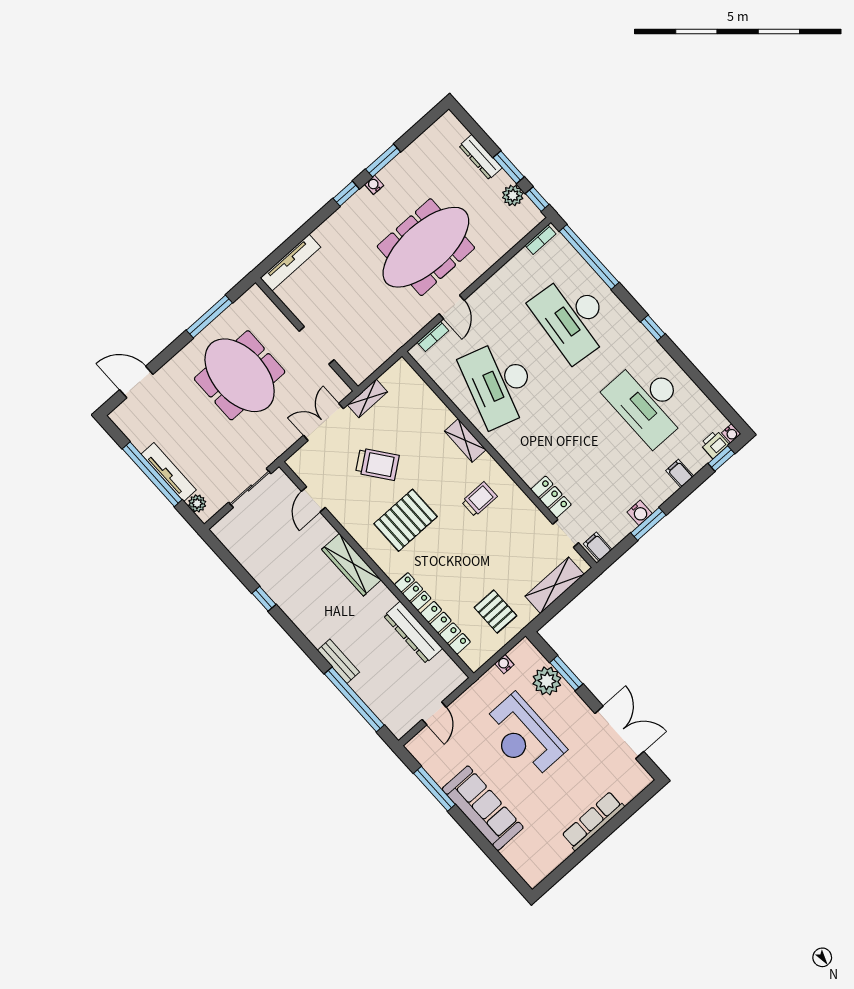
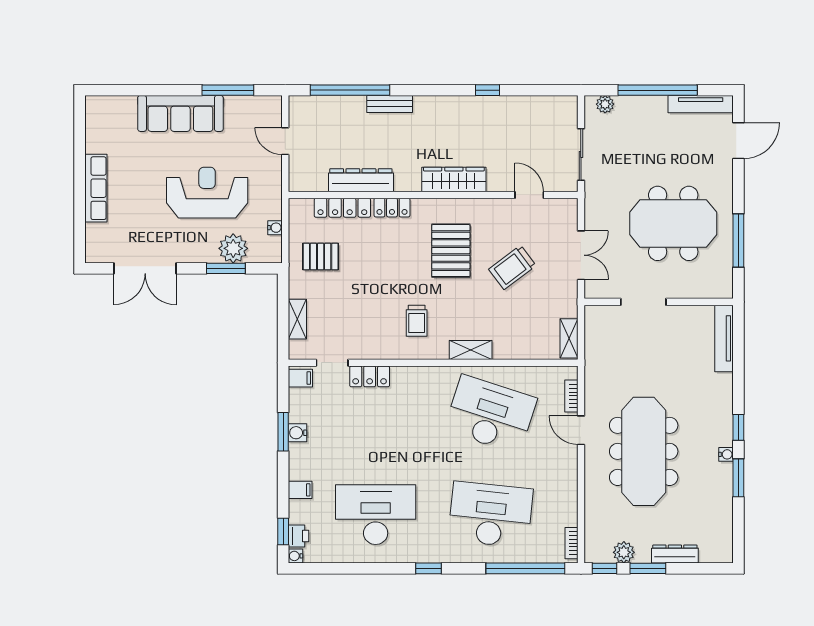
shelving: (367, 398) -> (569, 338), moved
tv unit: (169, 472) -> (701, 104), moved
shelving: (555, 585) -> (297, 319), width x0.67, depth x0.75

